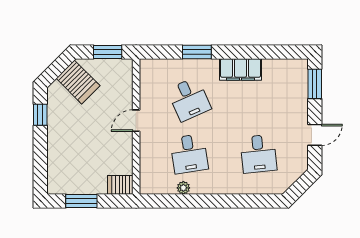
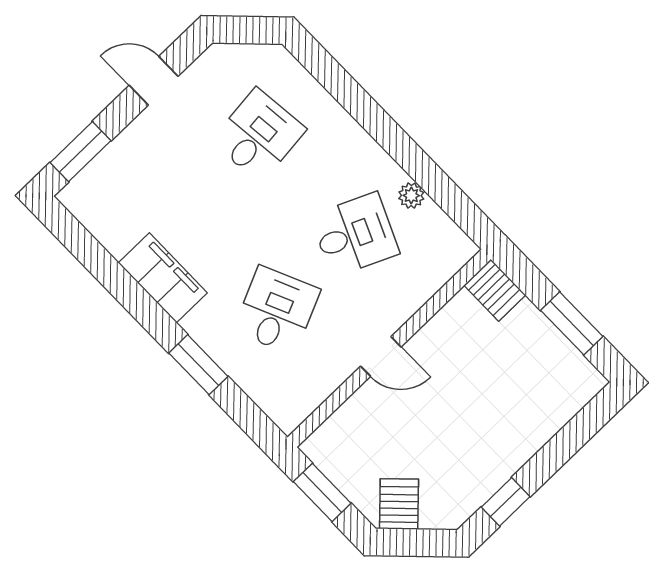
server rack: (78, 82) -> (399, 504), width x0.73, depth x0.70
desk: (189, 154) -> (355, 235), turned 33

